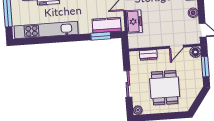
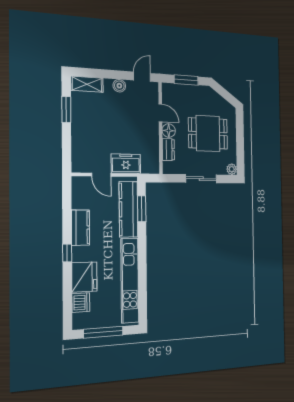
kitchen counter: (107, 25) -> (128, 209), width x1.50
floor lamp: (195, 52) -> (169, 131), moved

